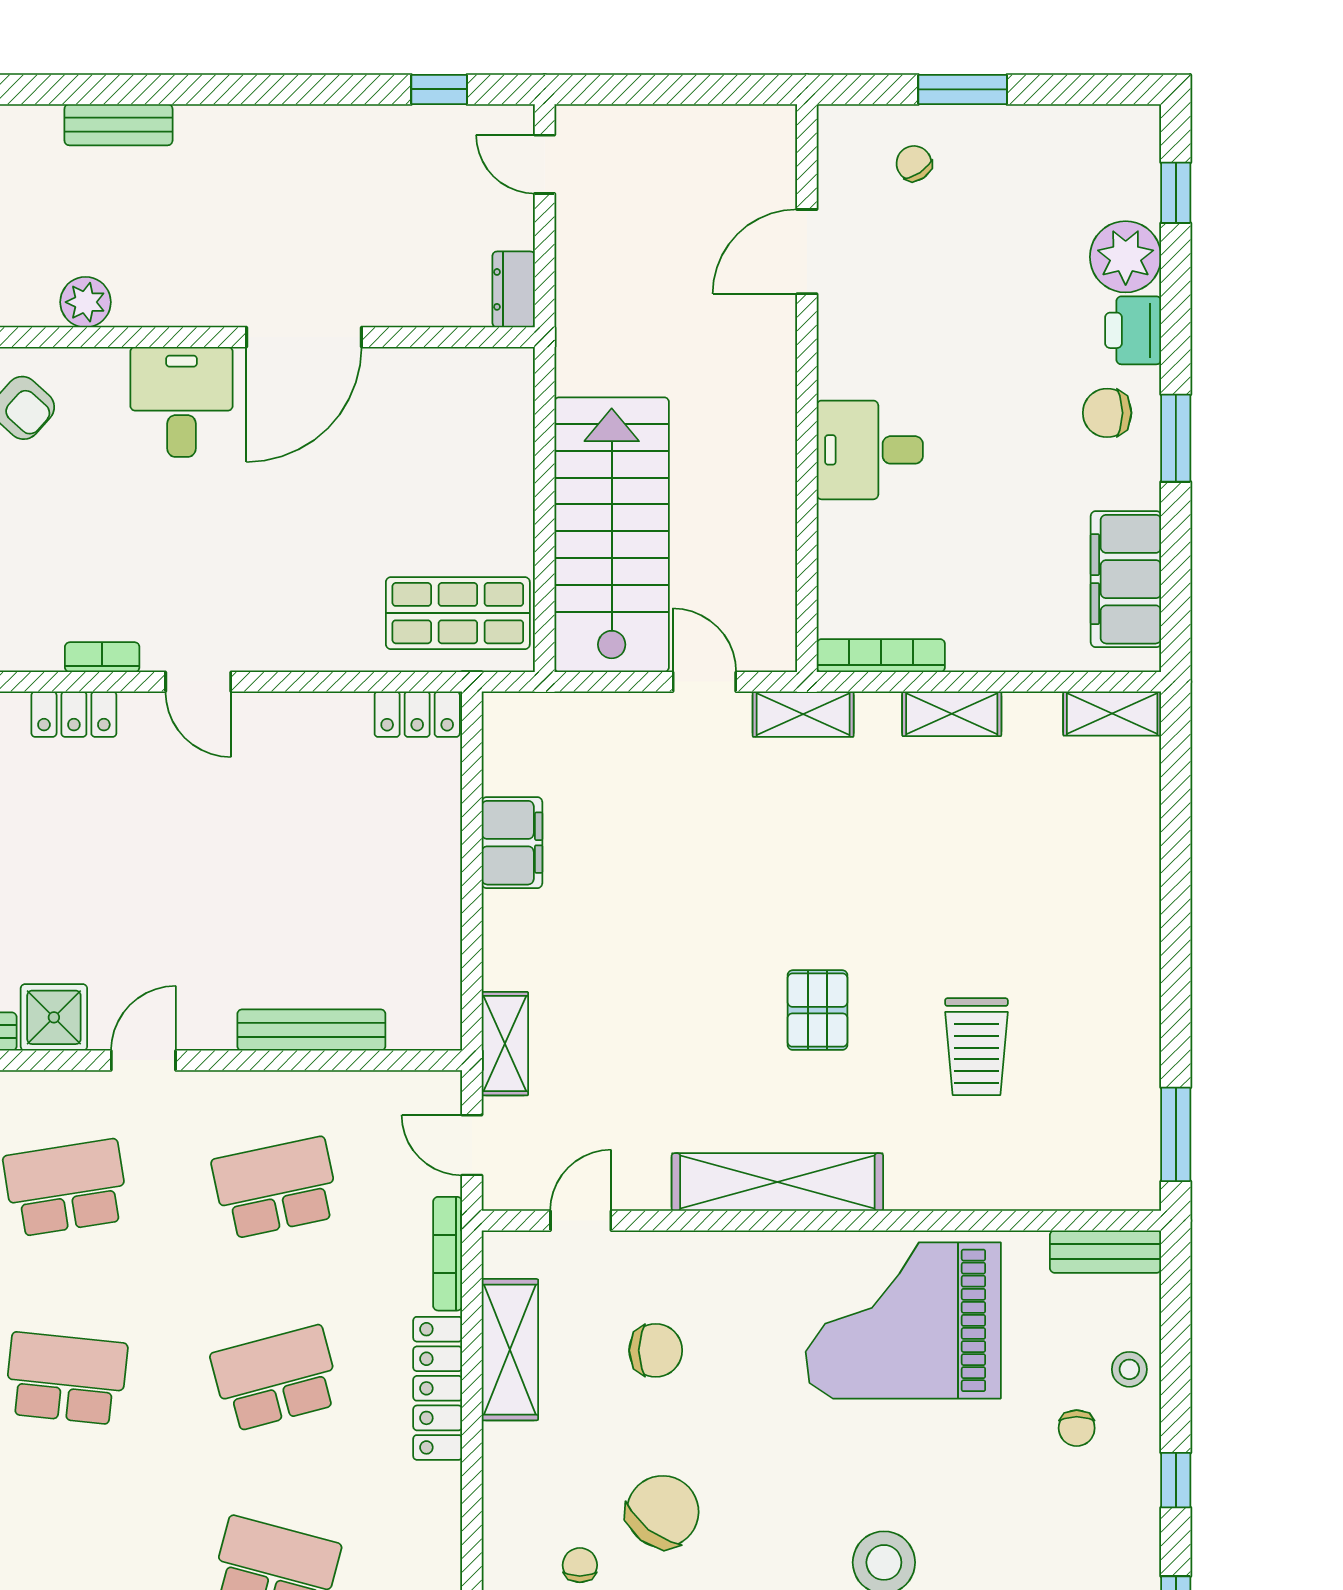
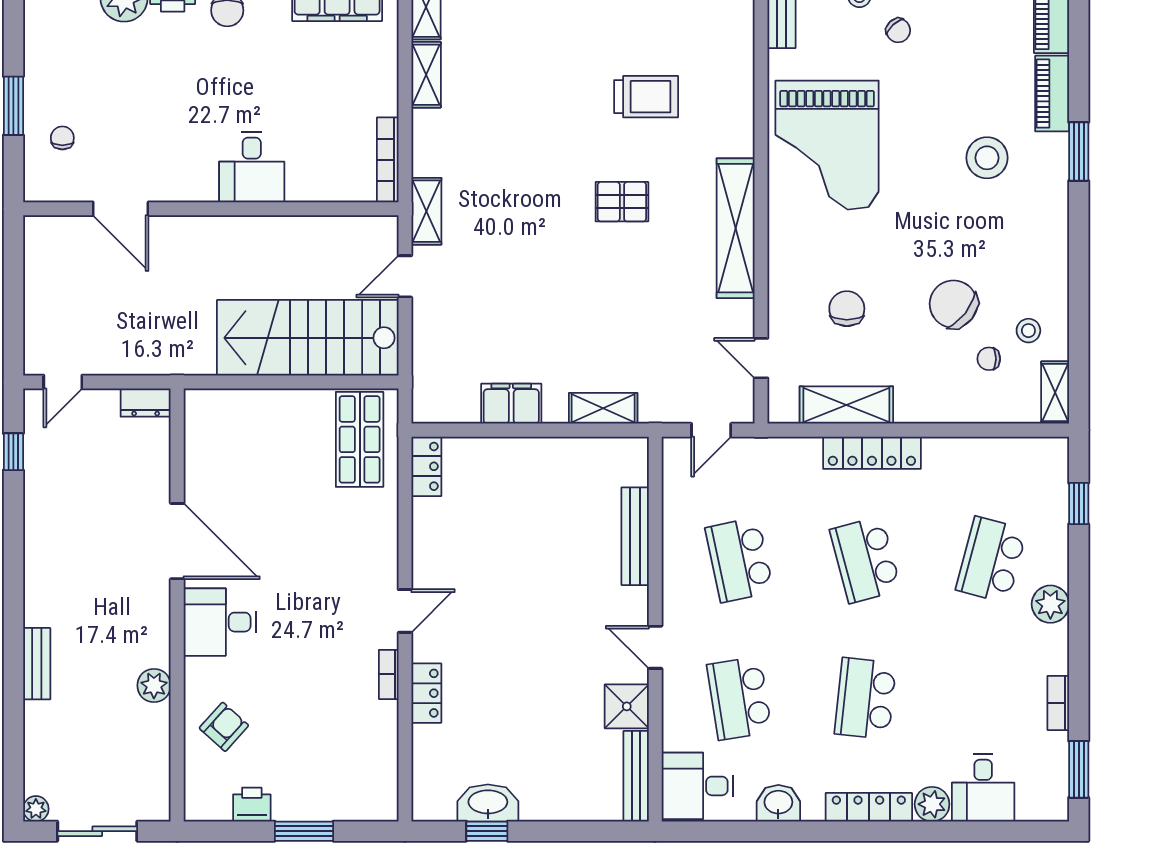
chair: (914, 163) -> (62, 138), turned 124
shelving: (952, 714) -> (426, 75), moved
shelving: (505, 1044) -> (603, 408), moved
bookcase: (448, 1254) -> (783, 446), removed
chair: (1077, 1428) -> (898, 30), turned 48

